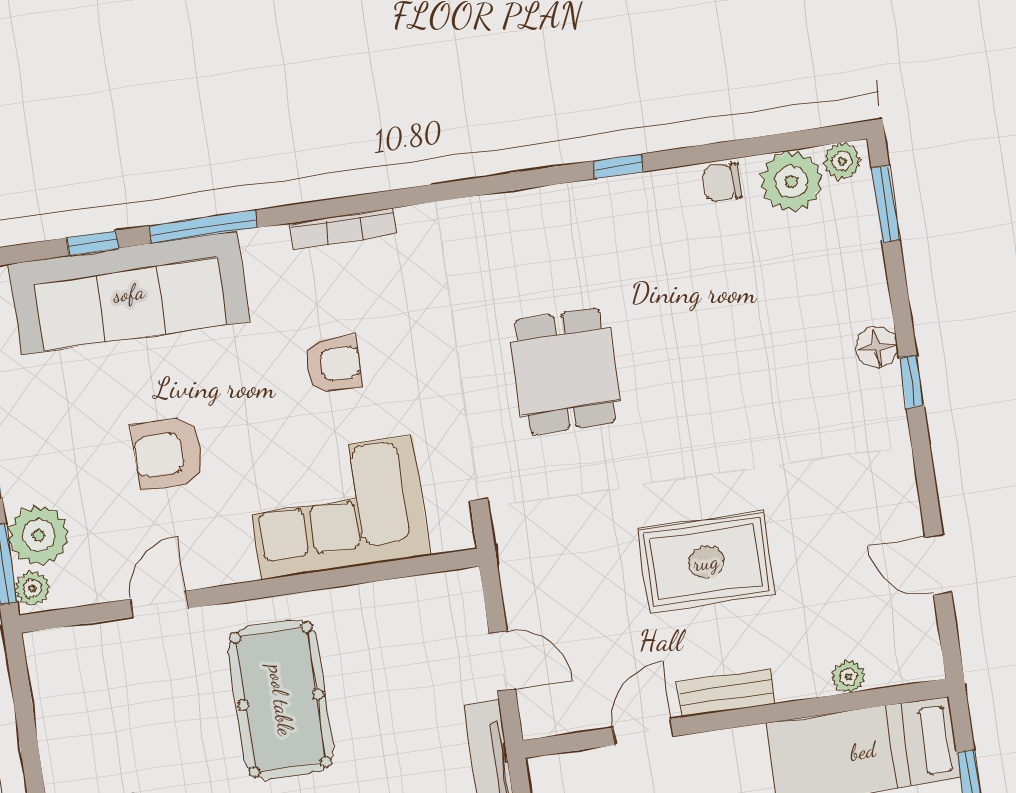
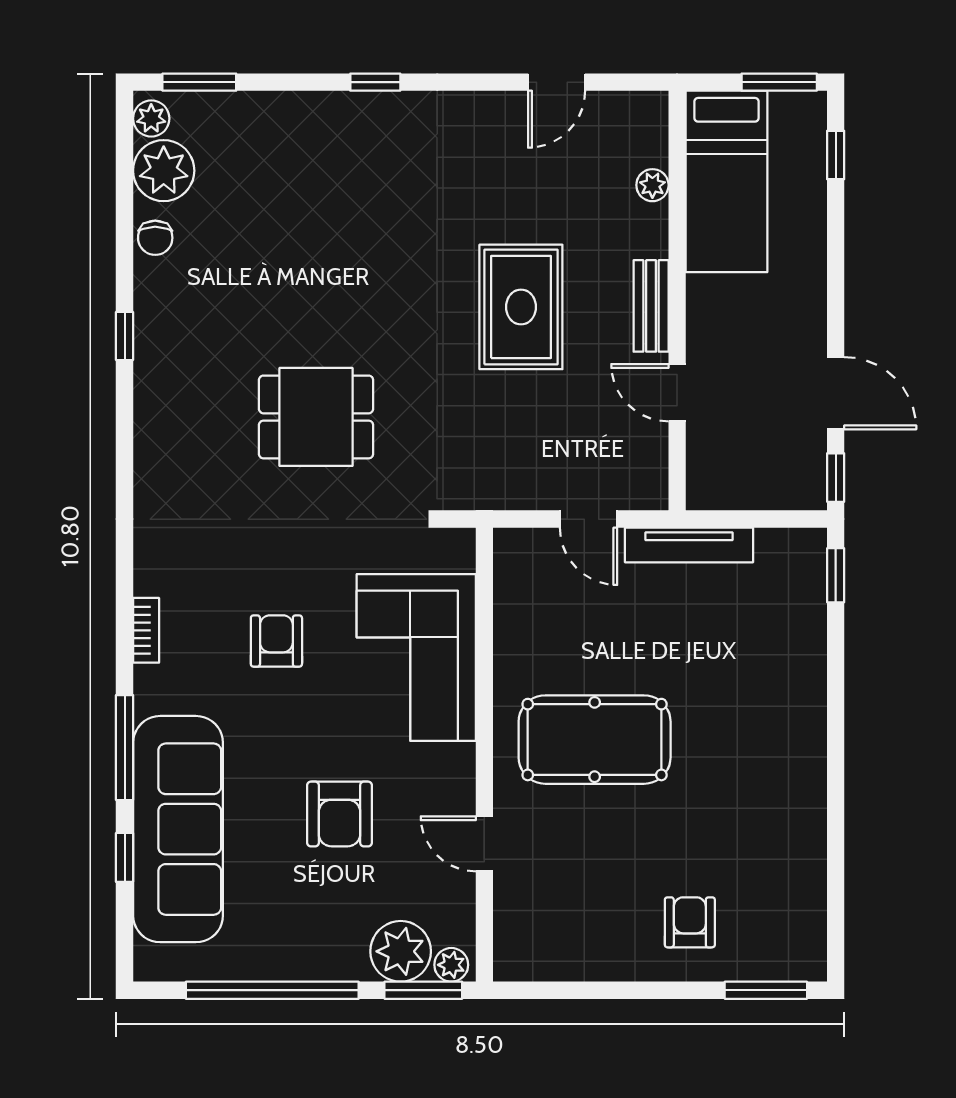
bookcase: (343, 229) -> (146, 630), width x0.64
floor lamp: (877, 347) -> (337, 111), removed
door: (502, 661) -> (589, 519), swing flipped

